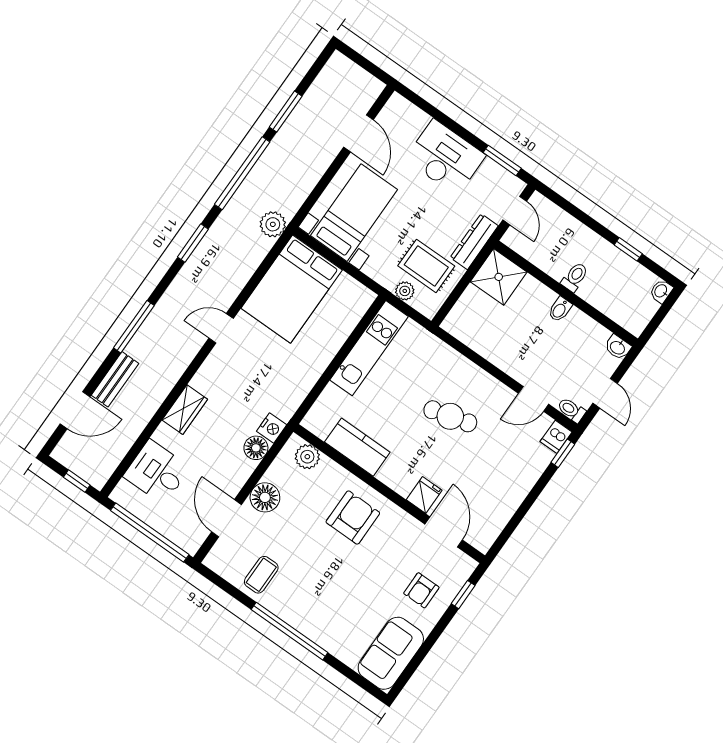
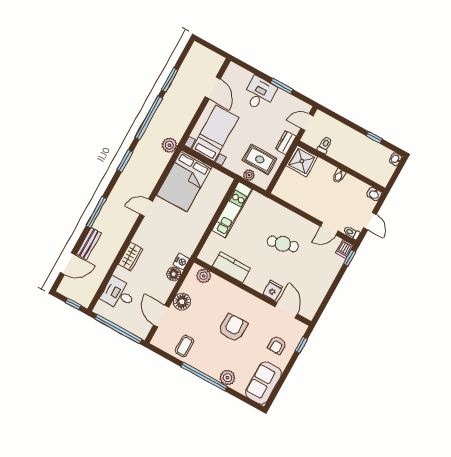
desk: (445, 157) -> (259, 94), width x0.73
window: (502, 160) -> (282, 86), moved
door: (515, 211) -> (307, 122), swing flipped
dresser: (474, 242) -> (286, 142), width x0.70
toilet: (575, 277) -> (325, 145), moved
armchair: (353, 518) -> (233, 328), moved
plant: (330, 637) -> (227, 378), added

